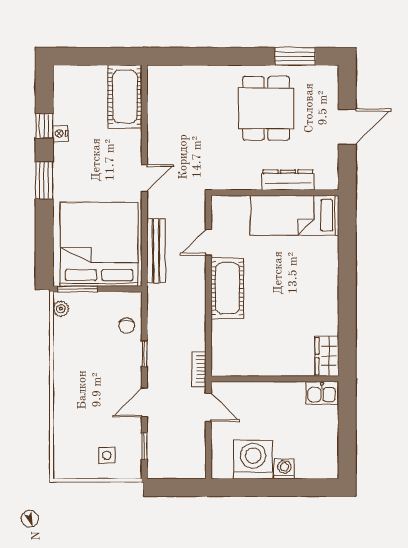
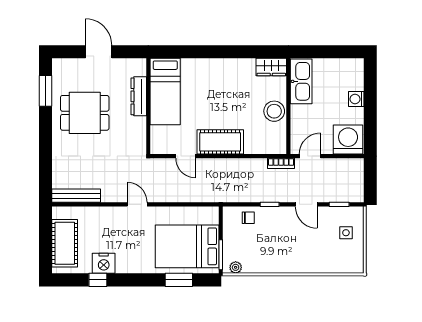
cot: (125, 97) -> (65, 243), moved, turned 90
nightstand: (60, 134) -> (104, 263), width x1.89, depth x1.79
window: (44, 180) -> (179, 280), moved
bed: (99, 244) -> (187, 246), width x0.73
bench: (156, 251) -> (76, 196), moved
stool: (268, 360) -> (274, 111), added
kitchen sink: (322, 393) -> (301, 81), width x1.87, depth x1.24
washing machine: (253, 460) -> (348, 140), moved, turned 90

